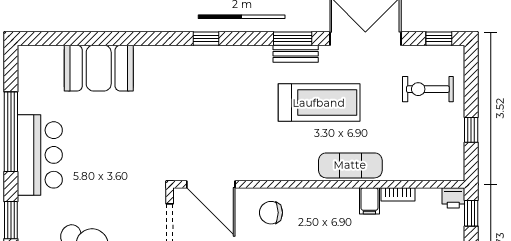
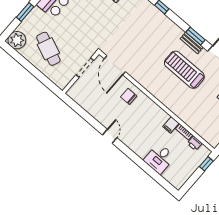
treadmill: (319, 103) -> (184, 70), turned 180
exercise mat: (350, 165) -> (175, 105), removed
printer: (453, 198) -> (195, 143), moved

